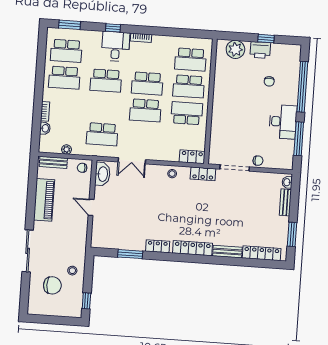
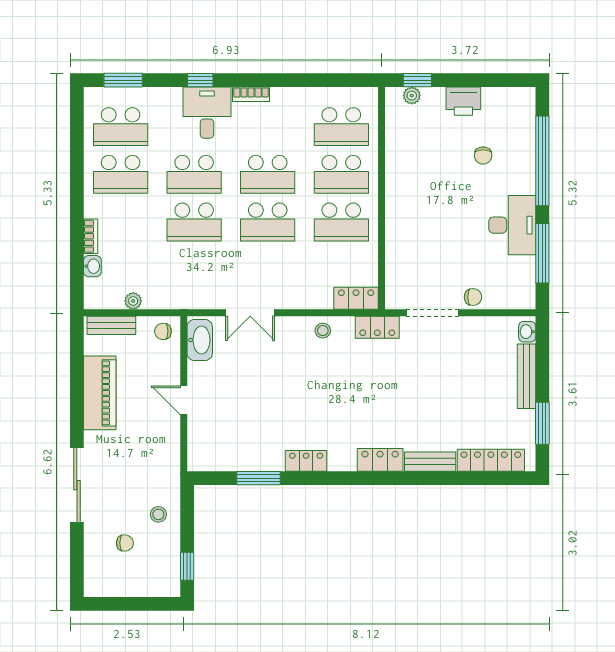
window: (266, 39) -> (417, 80), moved
plant: (235, 49) -> (412, 96), width x0.53, depth x0.53
school desk: (187, 113) -> (341, 222), turned 180
school desk: (102, 134) -> (194, 222), moved
bench: (285, 202) -> (527, 376), width x1.36
locker: (193, 248) -> (380, 460), width x0.66
chair: (52, 285) -> (125, 543), width x0.54, depth x0.54

